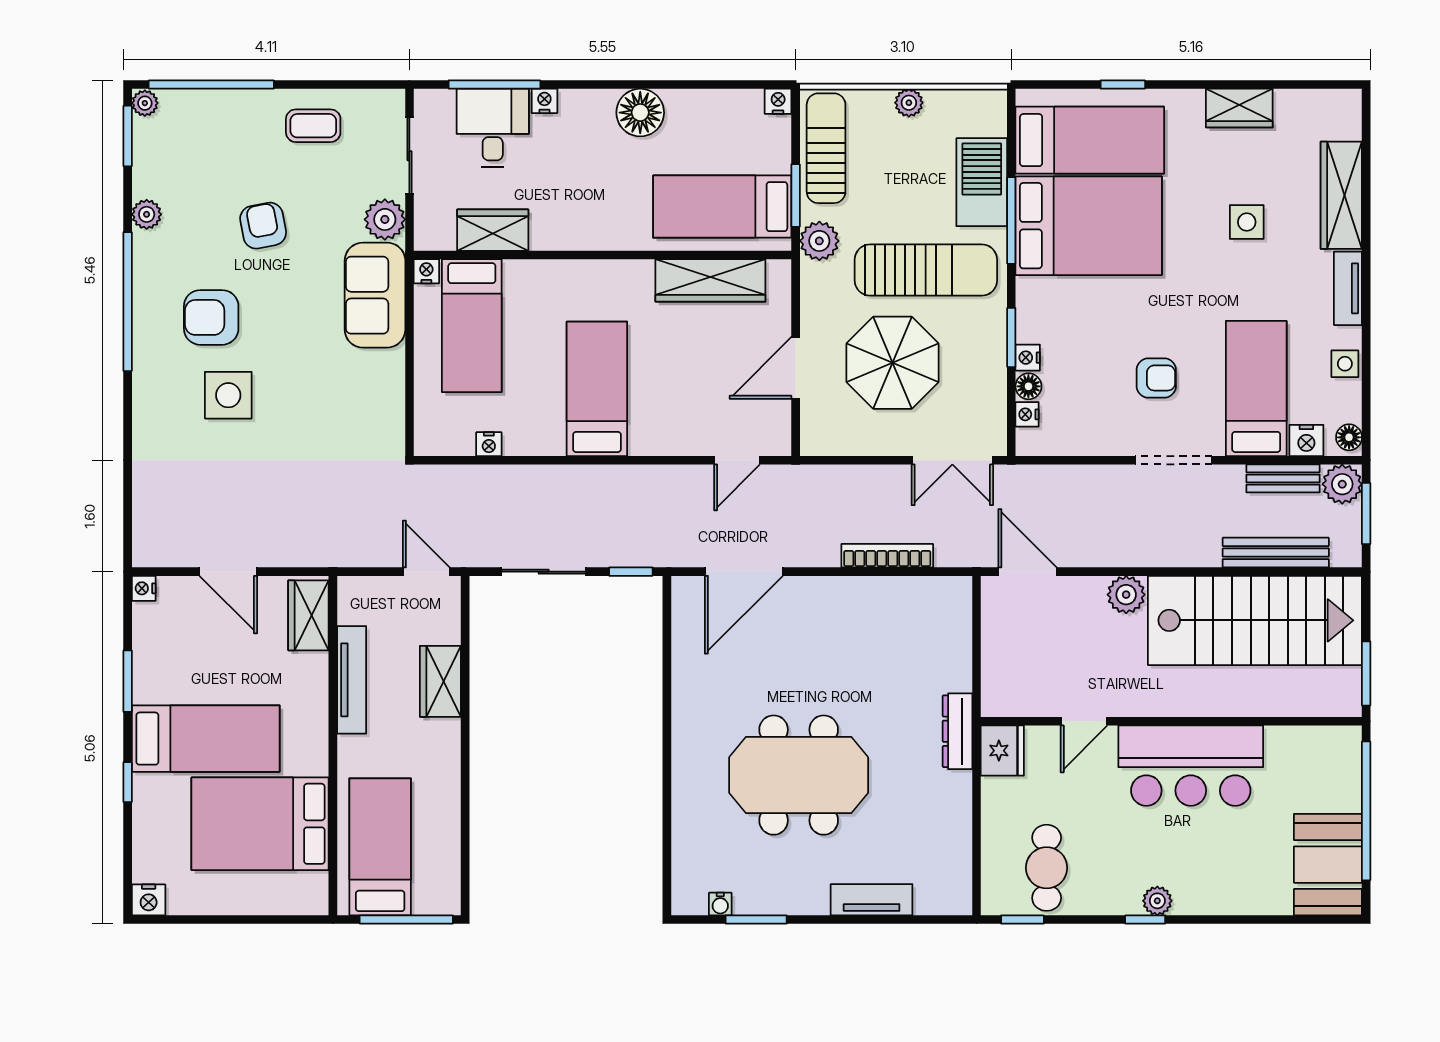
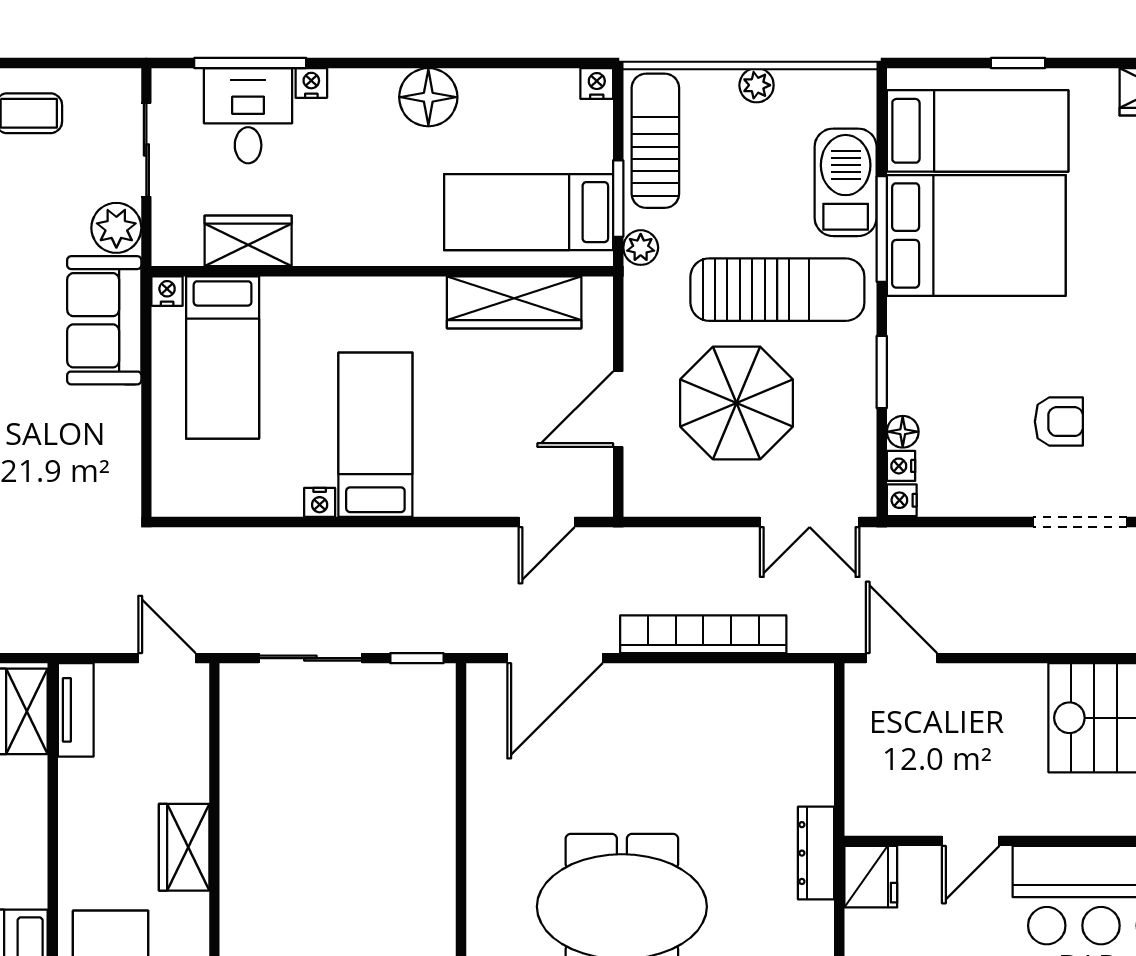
plant: (819, 241) -> (641, 248), width x0.73, depth x0.73
nightstand: (1028, 358) -> (902, 500), moved
nightstand: (489, 444) -> (320, 502), moved
bookcase: (887, 556) -> (703, 634), width x1.48, depth x1.31
plant: (1126, 595) -> (1022, 686), removed
tv unit: (352, 680) -> (76, 710), moved, width x0.71
wardrobe: (440, 681) -> (184, 847), moved

